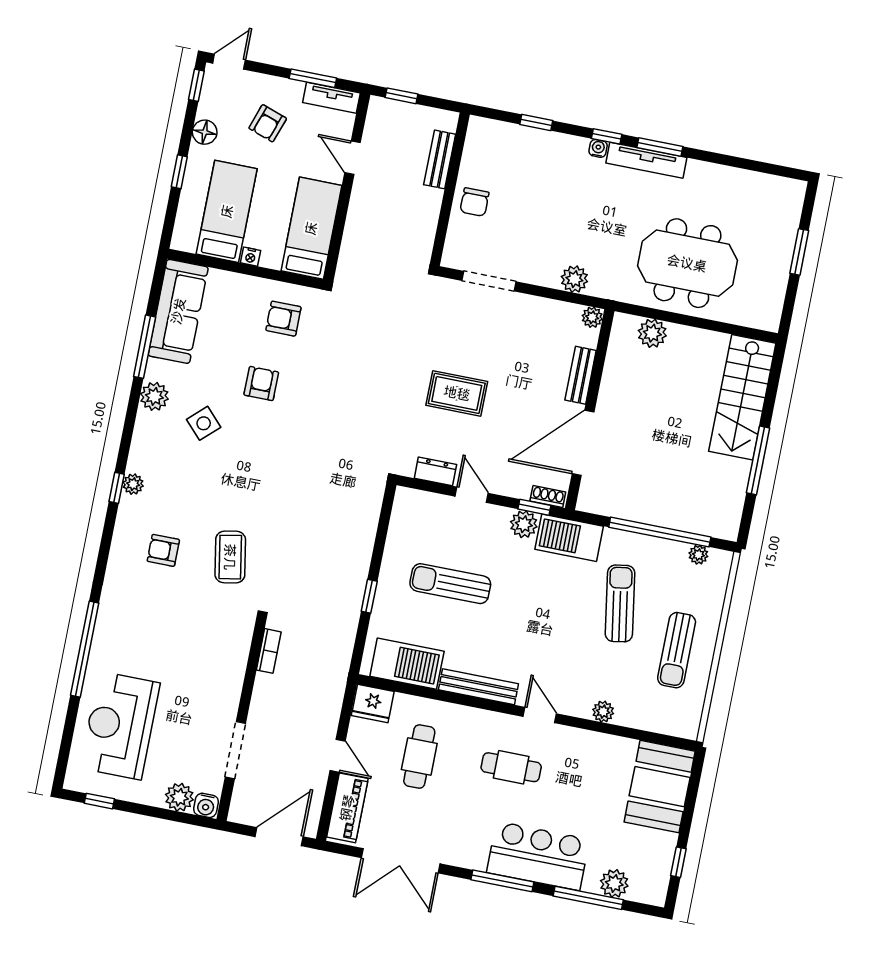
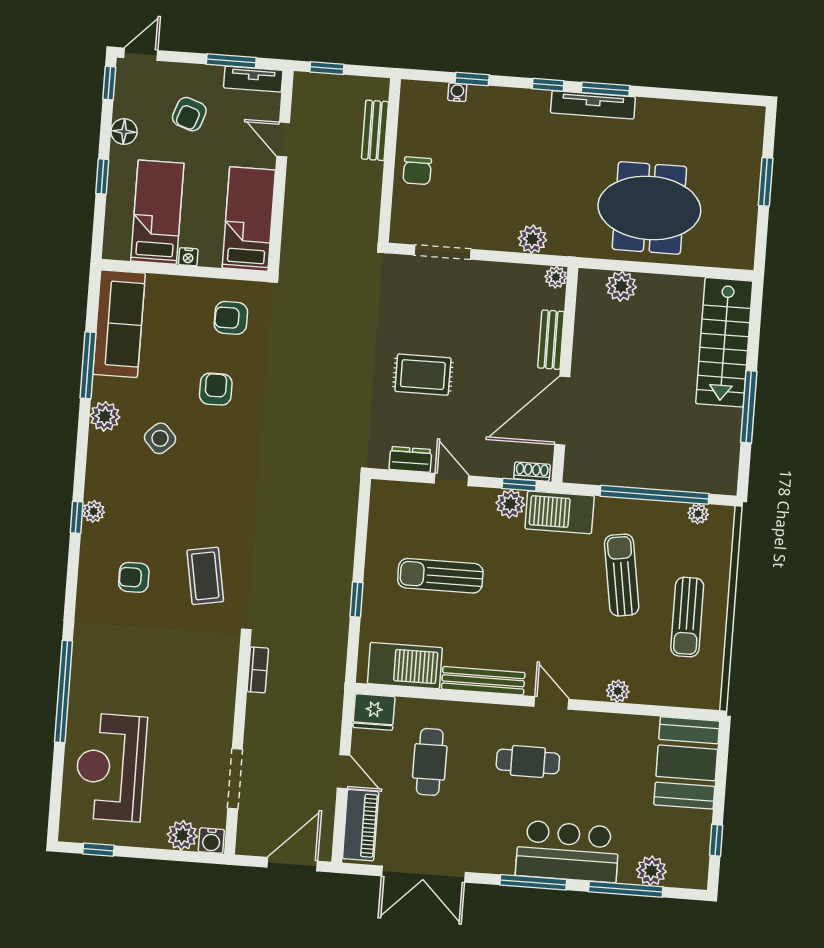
water cooler: (598, 148) -> (457, 92), moved

